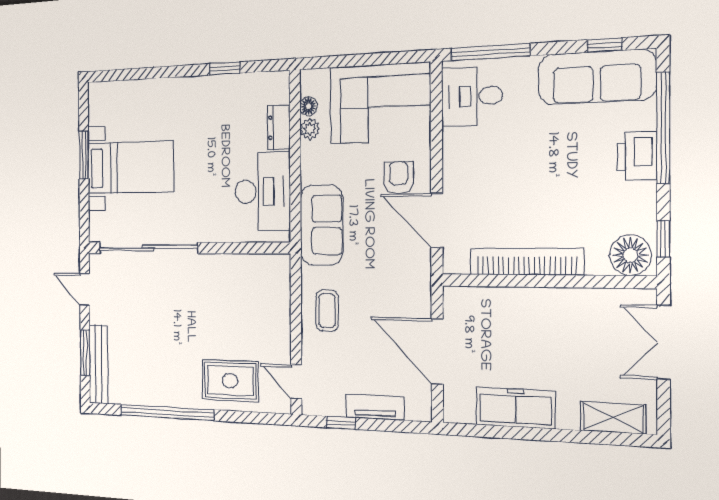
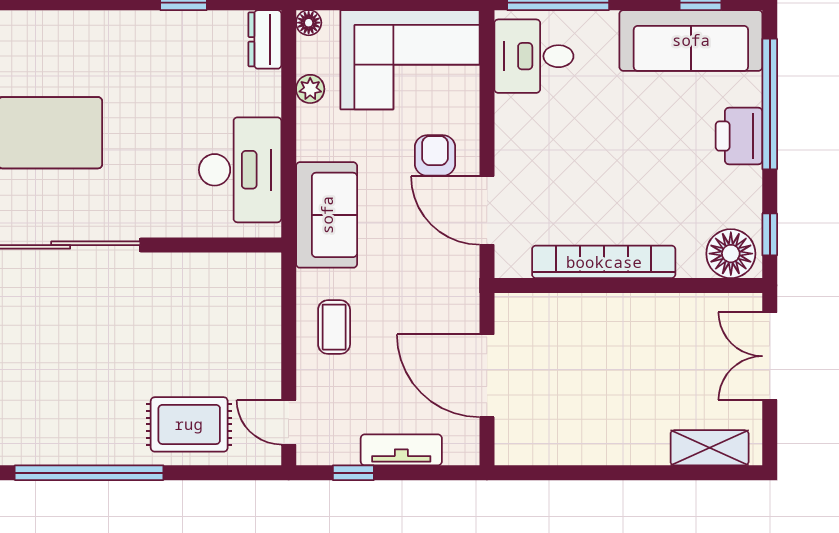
floor lamp: (309, 106) -> (309, 23), moved
dresser: (279, 127) -> (265, 39), moved
freezer: (516, 408) -> (589, 442), removed

